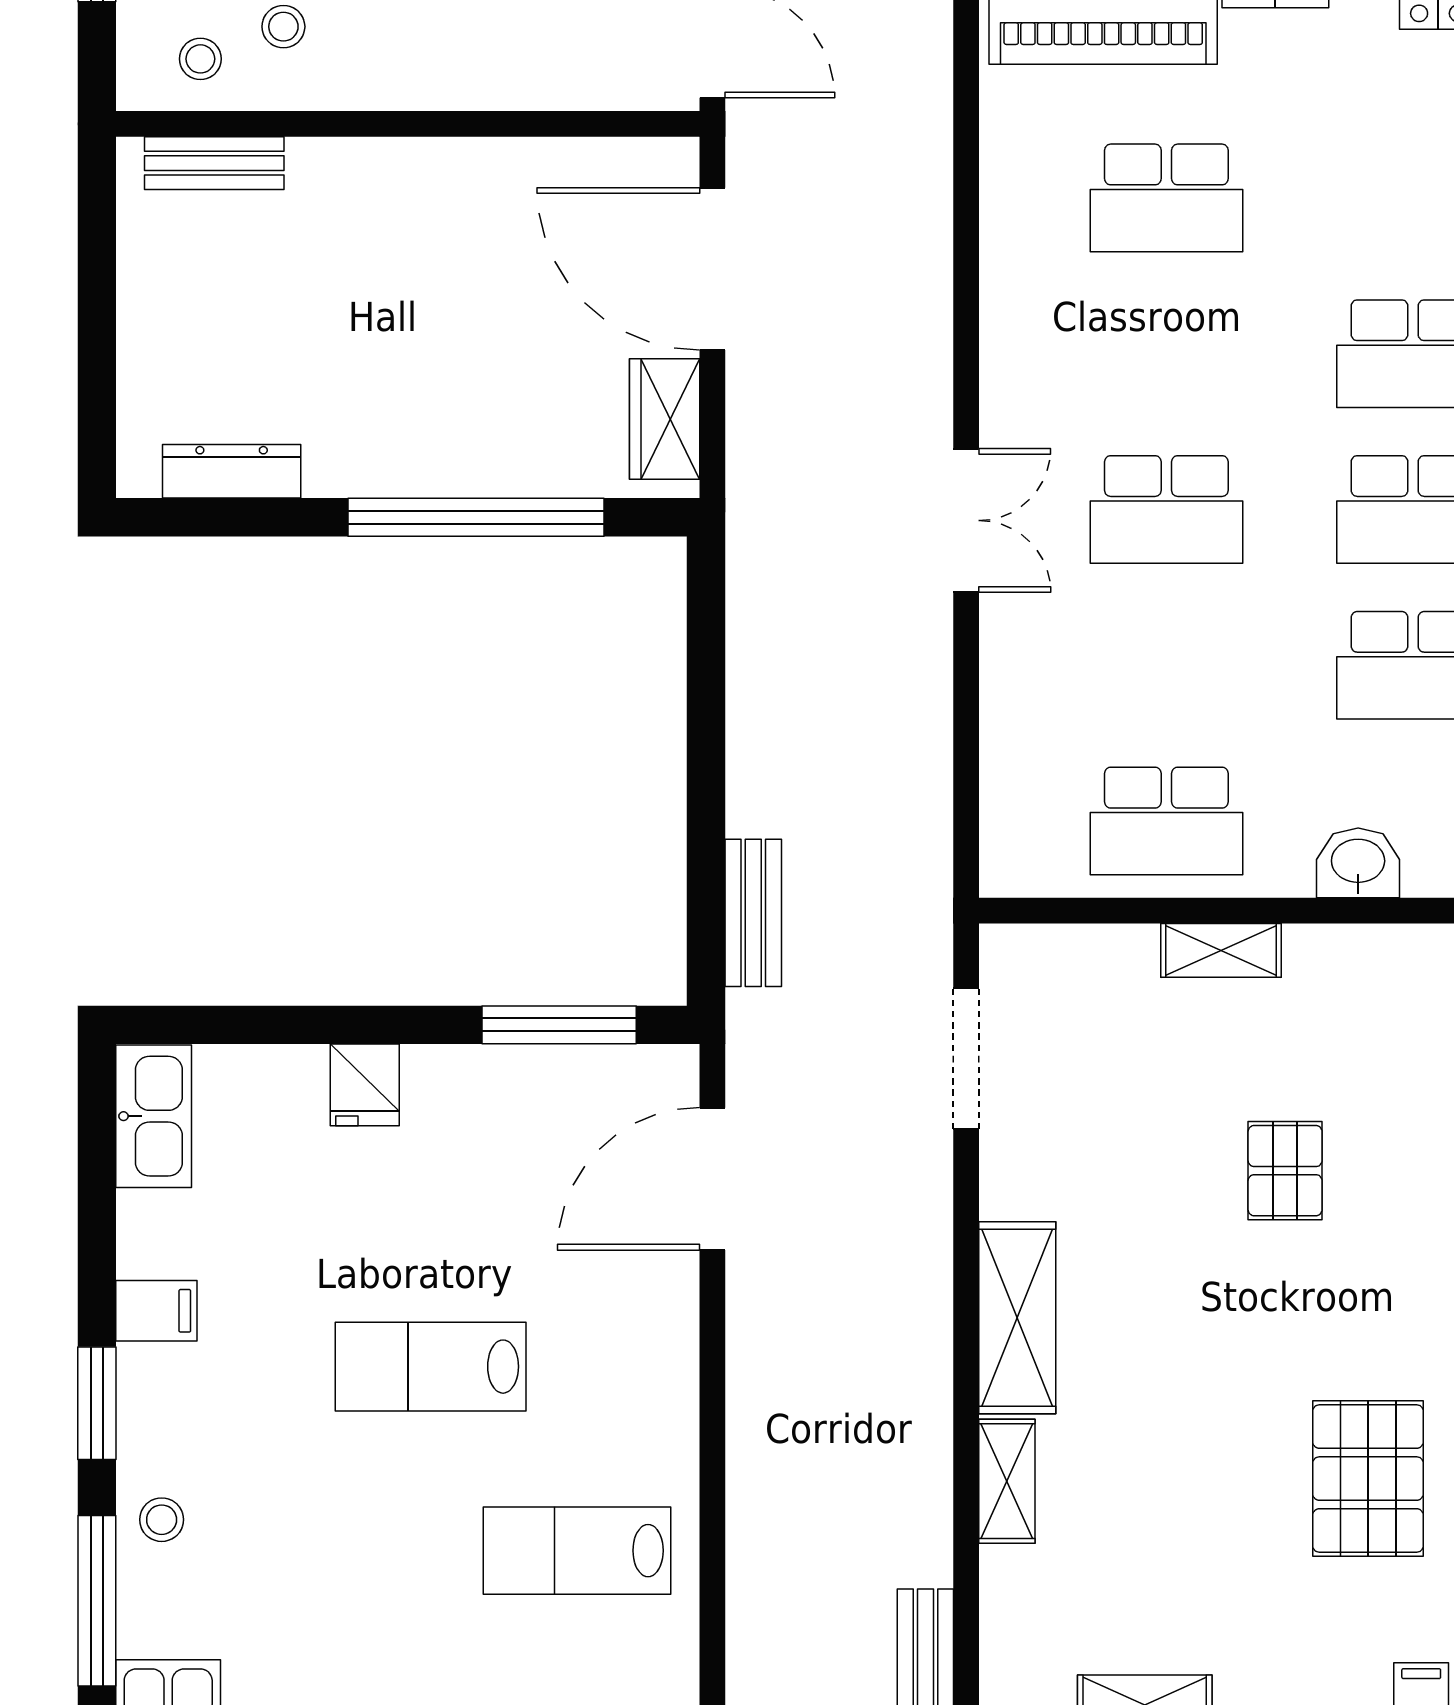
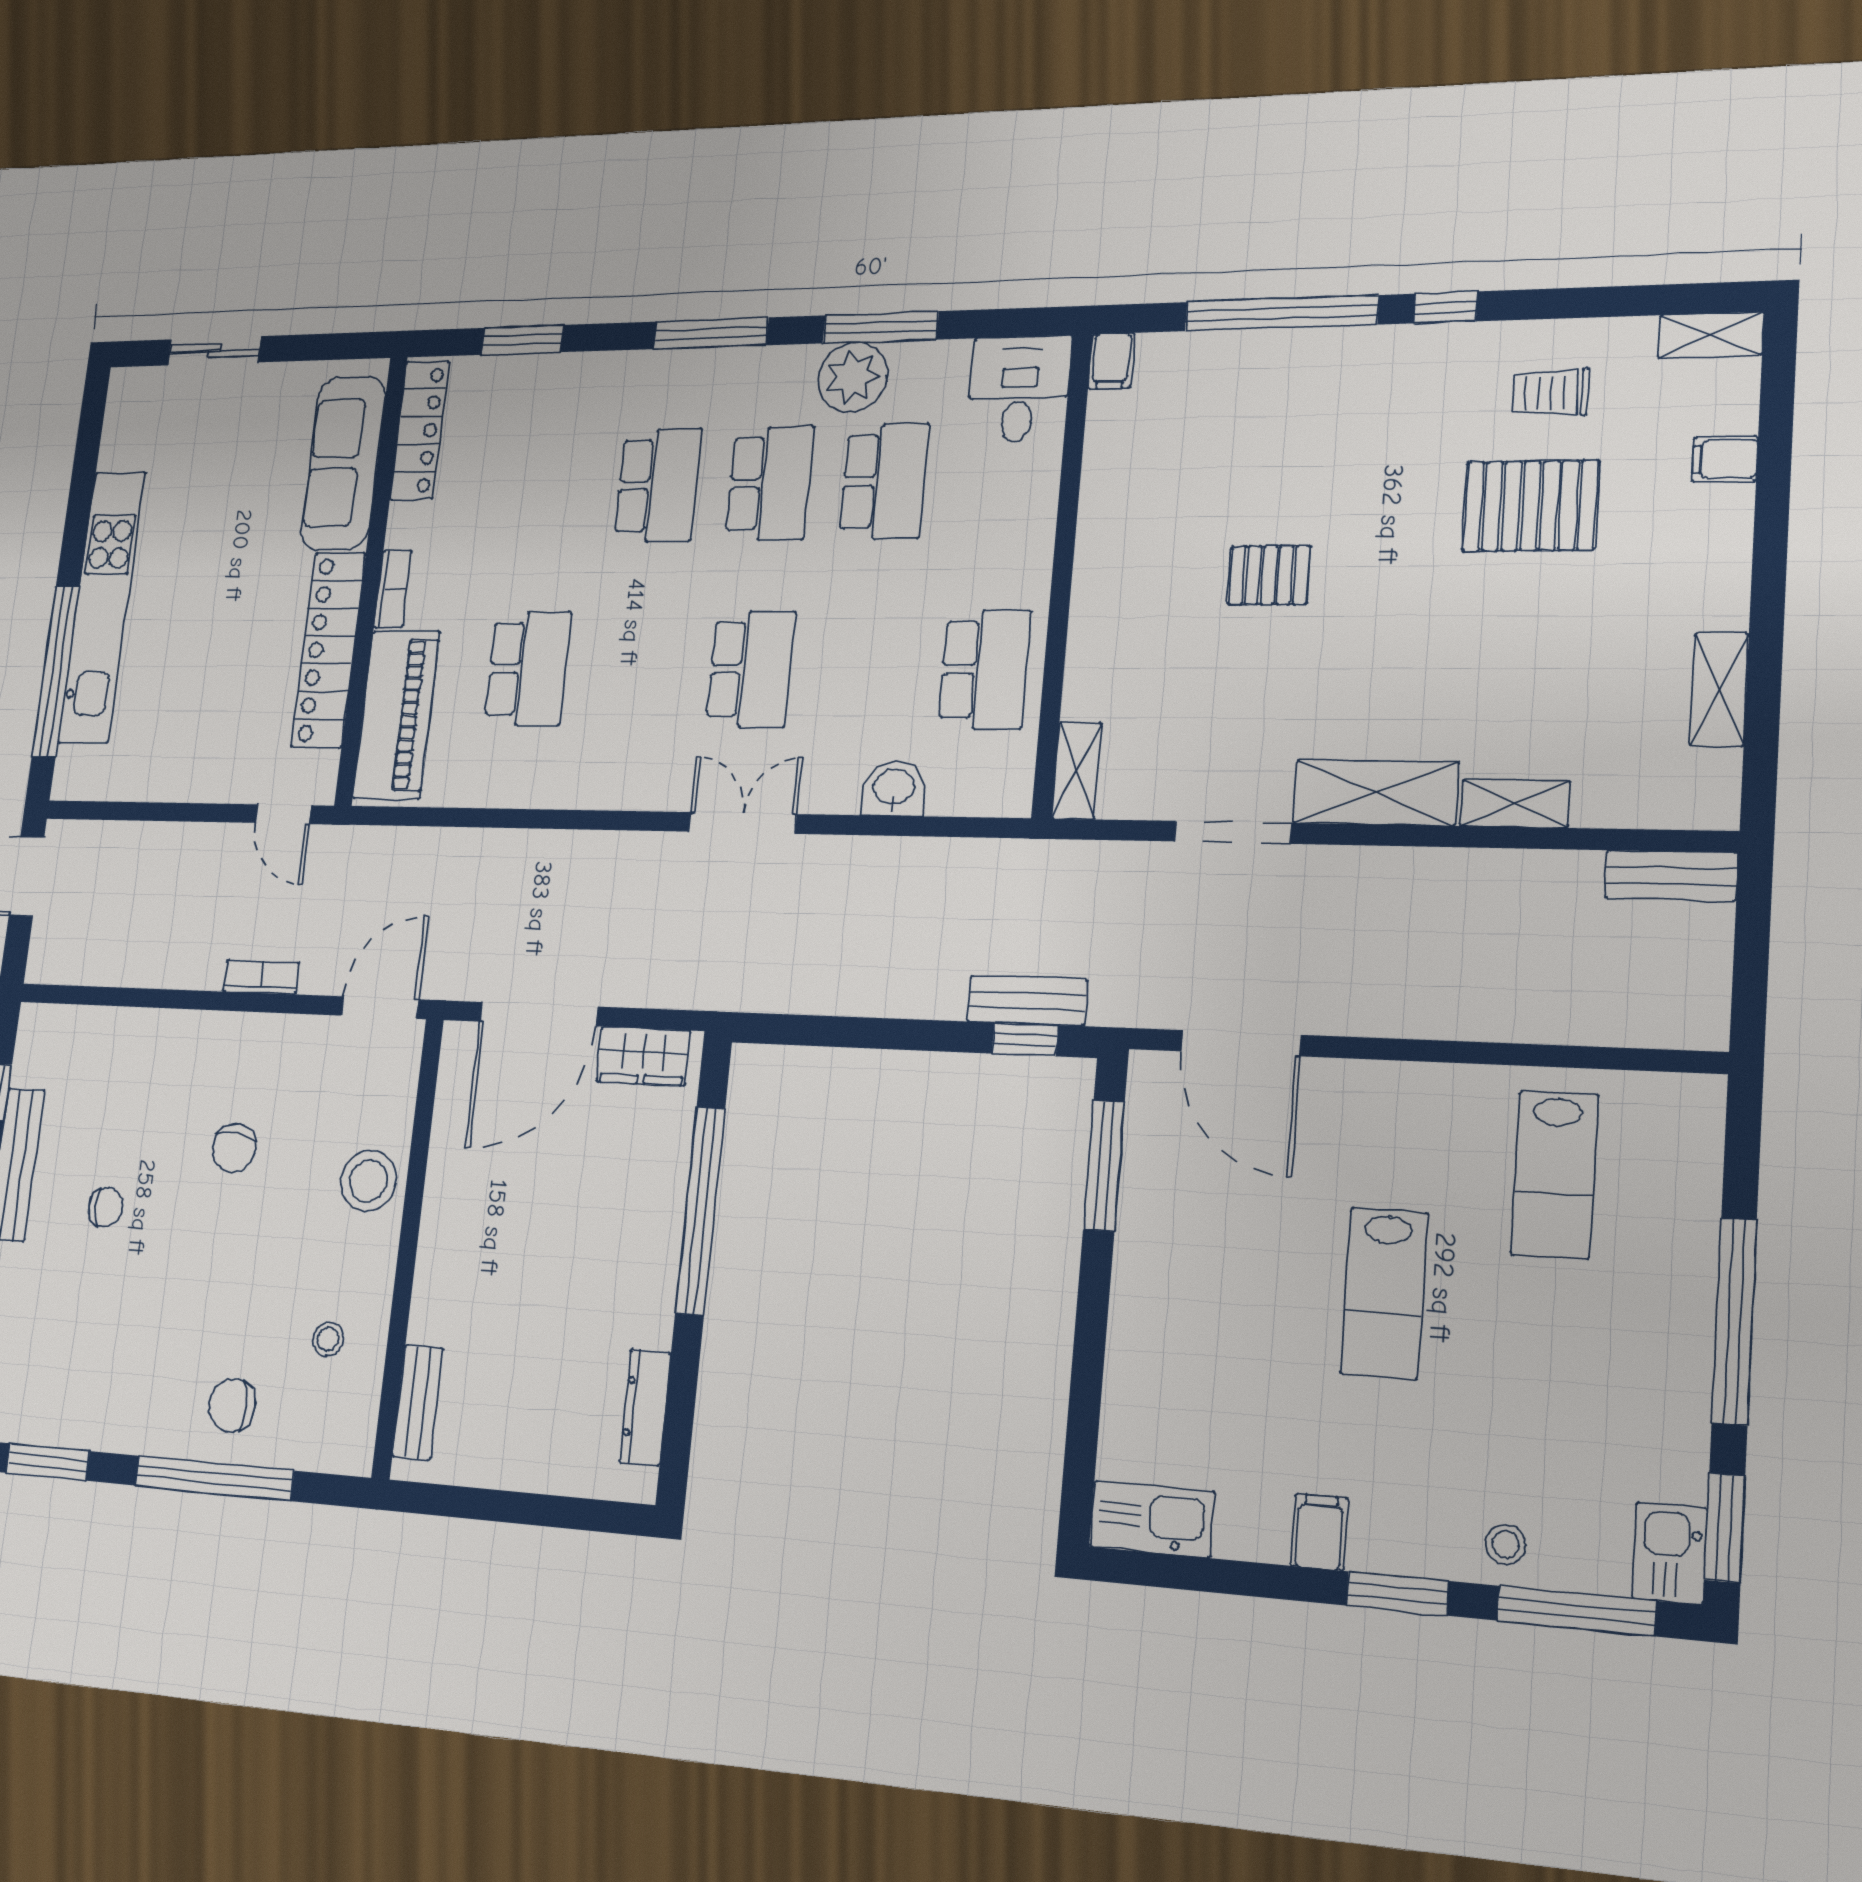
stool: (200, 59) -> (368, 1181), moved, width x1.89, depth x1.89
washbasin: (1358, 863) -> (894, 788), moved, turned 90
window: (706, 914) -> (1025, 1039), added
shelving: (1221, 950) -> (1077, 771), moved
doorway: (966, 1059) -> (1233, 832), moved
fridge: (365, 1085) -> (1140, 1334), removed

